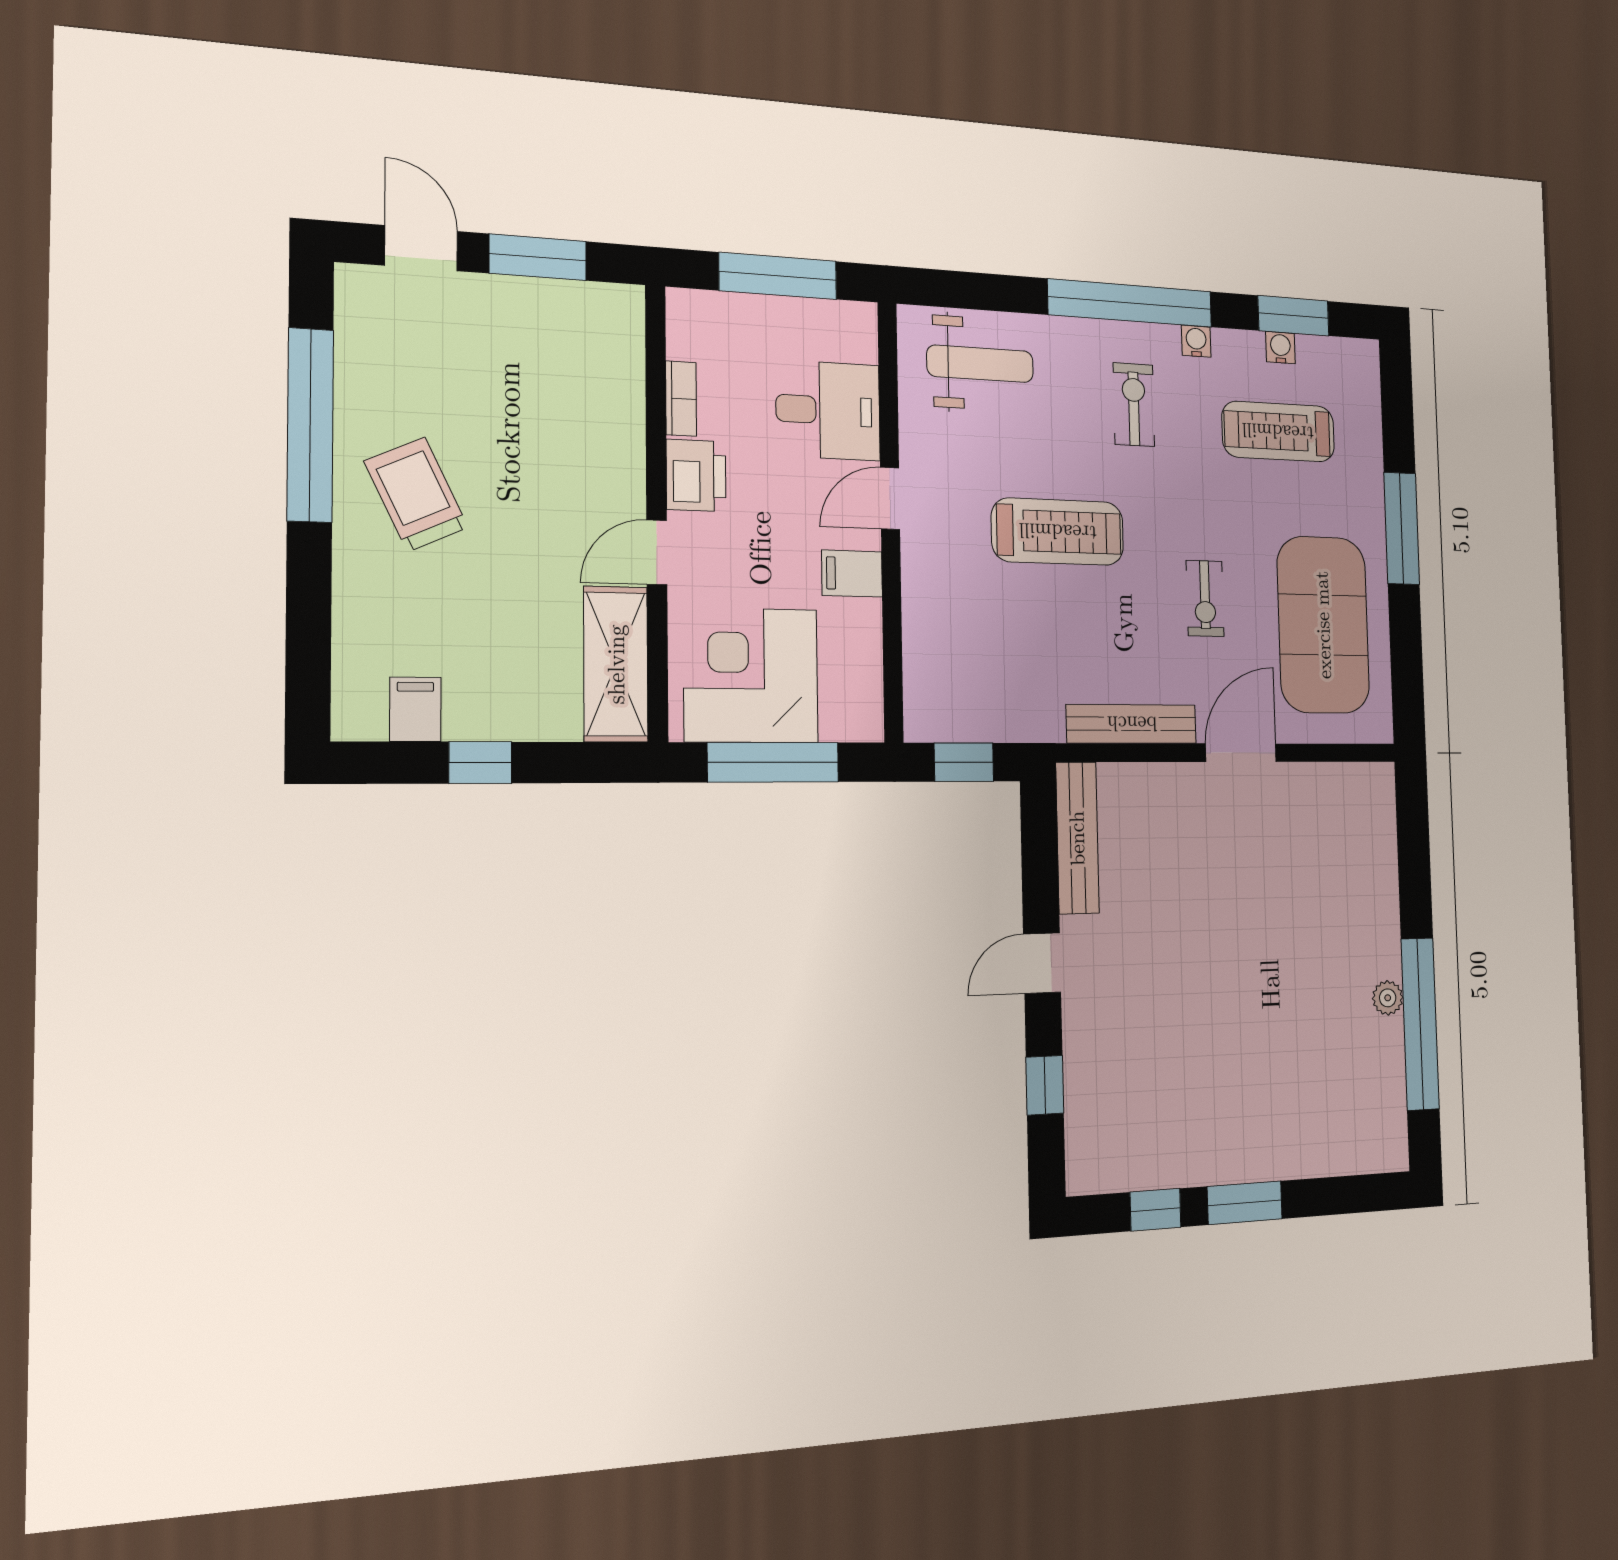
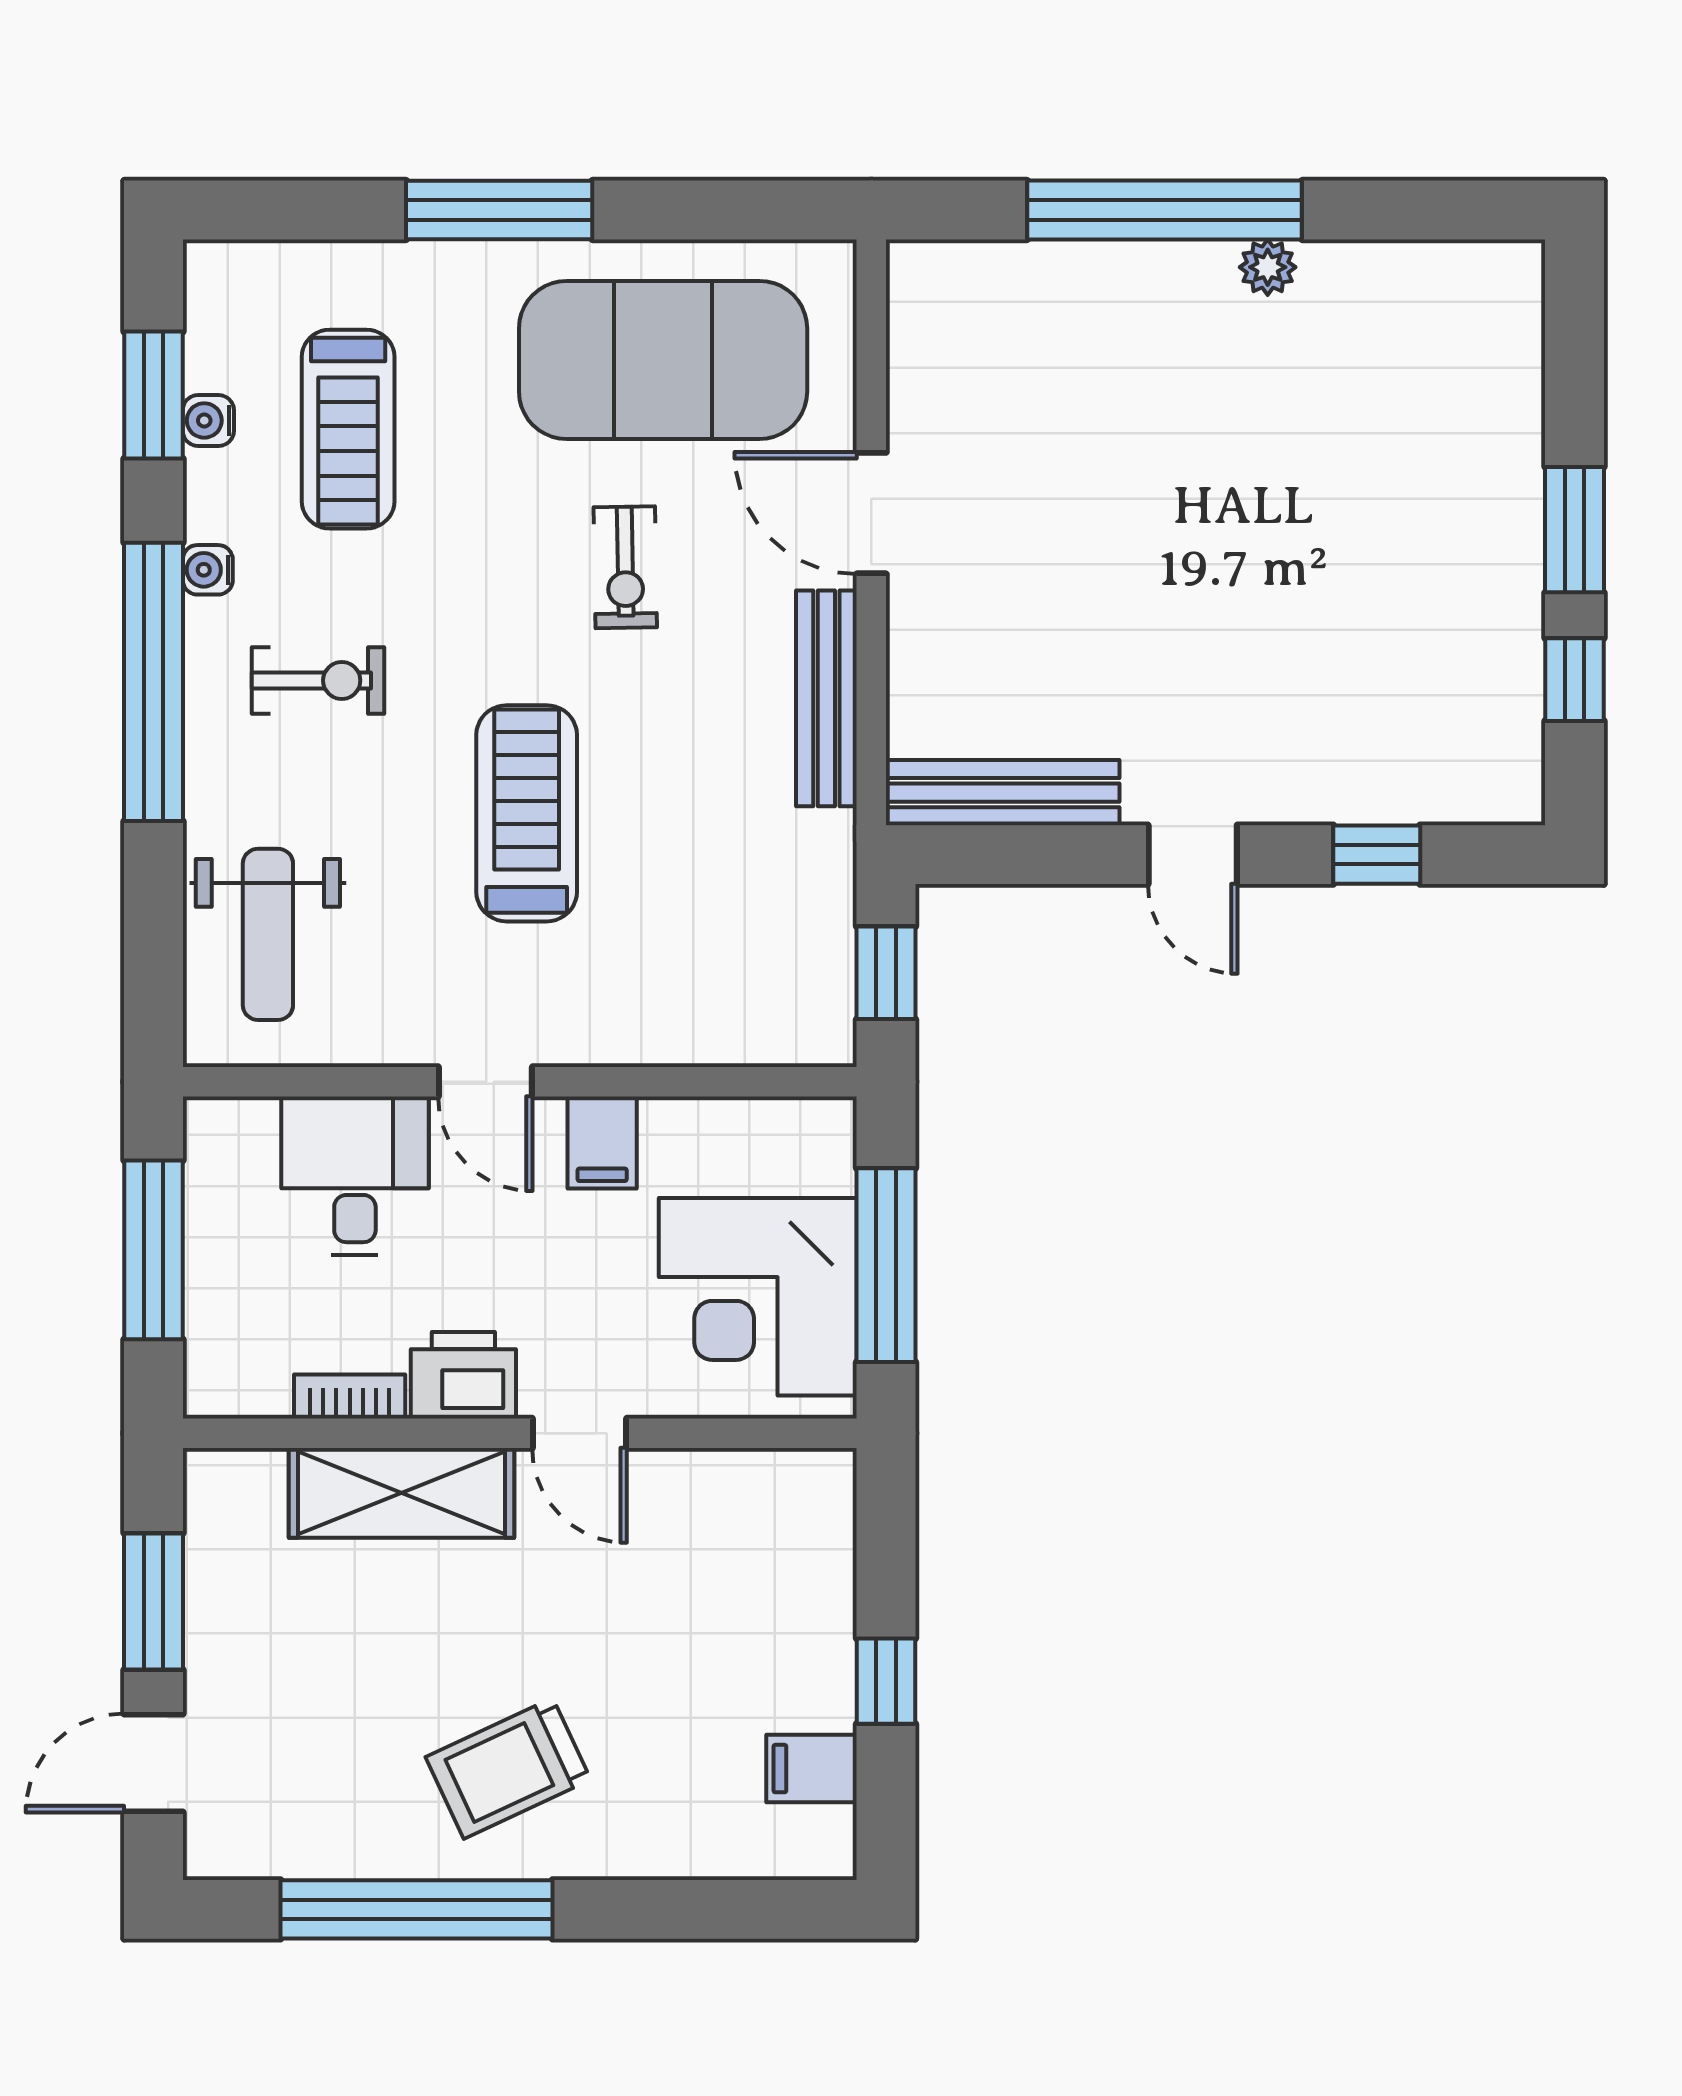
weight bench: (980, 364) -> (268, 934), turned 180
exercise bike: (1134, 405) -> (318, 680), turned 180
exercise bike: (1205, 598) -> (625, 567), turned 89
shelving: (616, 664) -> (401, 1493), moved
window: (1420, 1024) -> (1165, 210), moved

